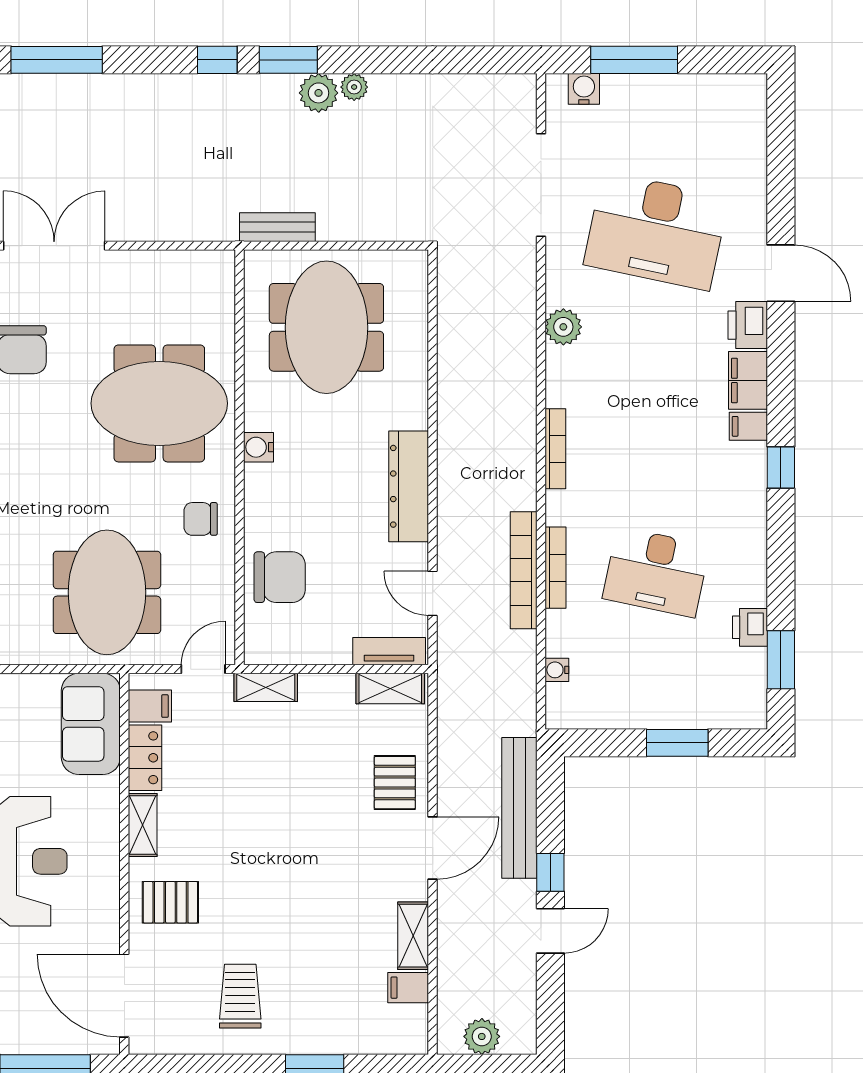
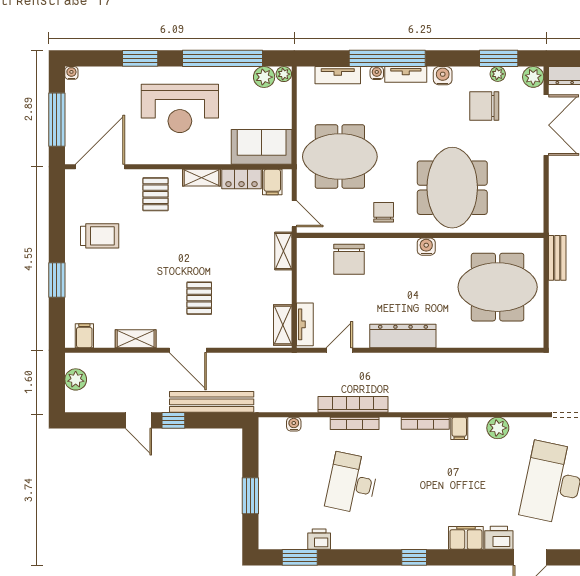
filing cabinet: (748, 426) -> (459, 428), moved, turned 180
pallet: (395, 783) -> (199, 298), moved, turned 90
filing cabinet: (408, 988) -> (84, 336), moved

